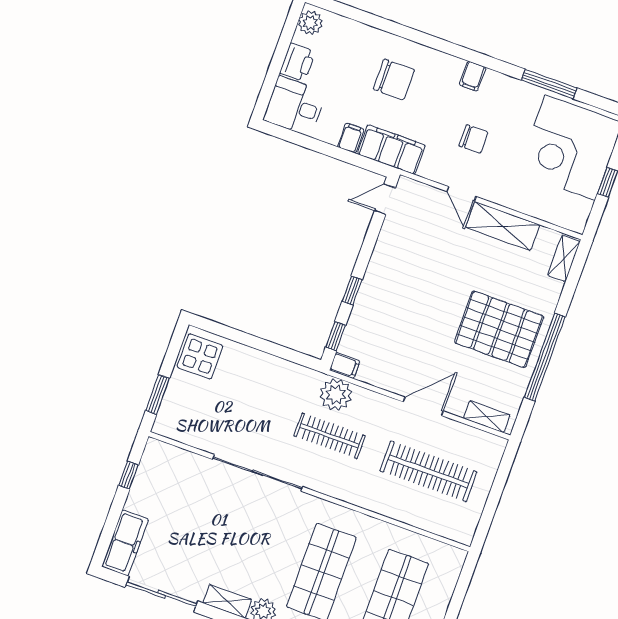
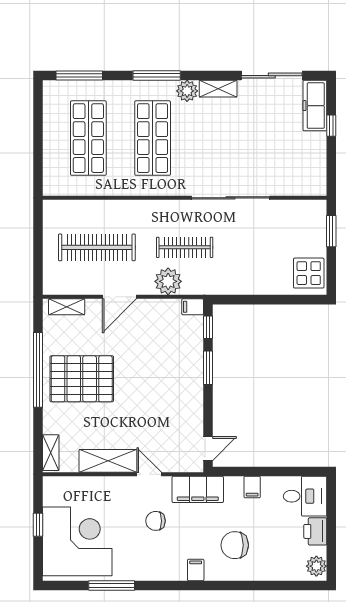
filing cabinet: (473, 76) -> (196, 570), moved
filing cabinet: (391, 150) -> (198, 489), moved
window: (352, 290) -> (208, 368), width x1.50
plant: (336, 395) -> (168, 281), moved
window: (129, 475) -> (331, 126), moved

